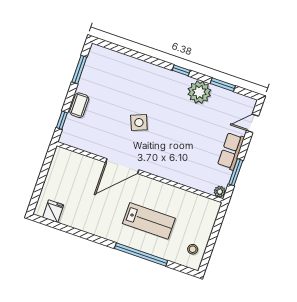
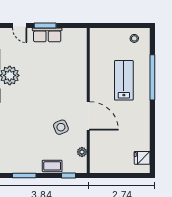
side table: (139, 123) -> (61, 127), moved
window: (236, 172) -> (45, 25), moved
plant: (220, 192) -> (82, 152), moved

